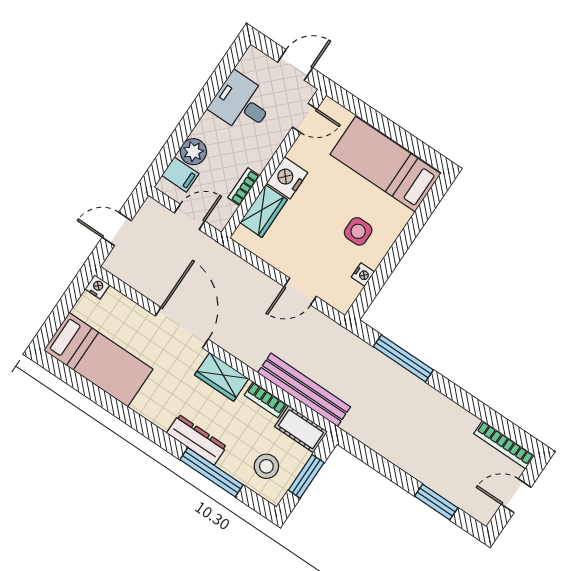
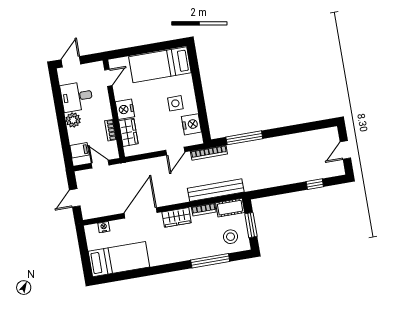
door: (295, 65) -> (71, 62), moved
plant: (193, 152) -> (73, 120), moved
door: (190, 217) -> (100, 164), hinge flipped
nightstand: (363, 274) -> (191, 124), width x1.89, depth x1.79
nightstand: (97, 287) -> (104, 227), moved
door: (182, 328) -> (141, 213), hinge flipped
dresser: (197, 440) -> (191, 253), removed
bookcase: (504, 445) -> (209, 153), moved
window: (436, 502) -> (315, 184), width x0.67

